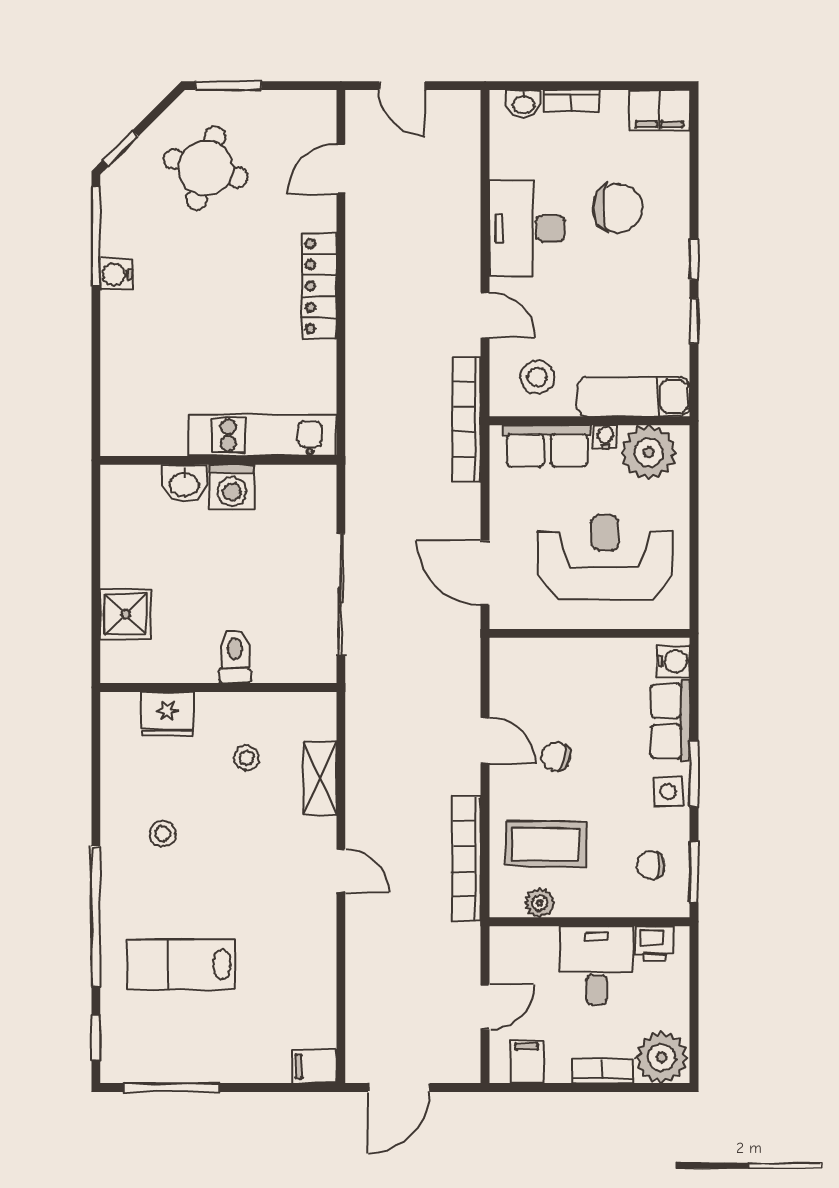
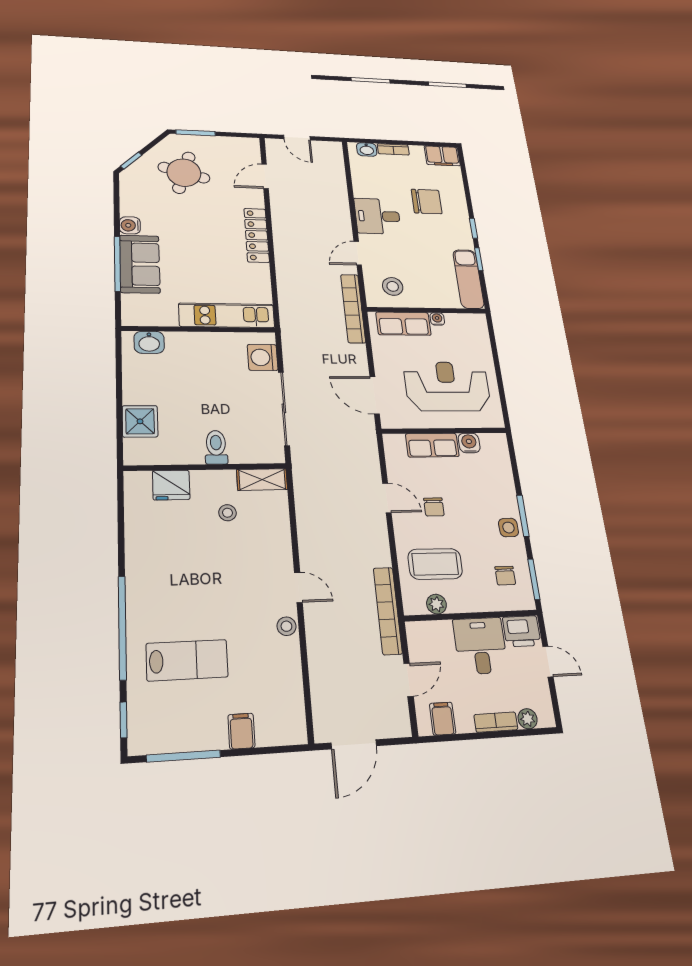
desk: (527, 228) -> (378, 216), width x0.73
window: (96, 236) -> (117, 264), moved
door: (485, 315) -> (358, 253), swing flipped
sofa: (130, 346) -> (140, 264), added
exam couch: (633, 397) -> (468, 279), moved, turned -90
plant: (649, 452) -> (464, 328), removed
washbasin: (184, 484) -> (149, 342), moved
washing machine: (232, 487) -> (263, 357), moved, turned 90
water cooler: (673, 661) -> (469, 443), moved, turned -90
row of seats: (670, 721) -> (432, 445), moved, turned -90
chair: (556, 756) -> (434, 507), turned -104
shelving: (320, 778) -> (262, 480), moved, turned 90
stool: (163, 834) -> (286, 626), moved
bookcase: (467, 859) -> (388, 611), moved
chair: (651, 865) -> (505, 576), turned -90
printer: (655, 943) -> (522, 631), width x1.36, depth x1.24
lab bench: (181, 964) -> (187, 660), turned 180
door: (694, 993) -> (548, 662), added
plant: (662, 1057) -> (528, 719), width x0.53, depth x0.53
filing cabinet: (314, 1066) -> (241, 731), moved, turned 90

